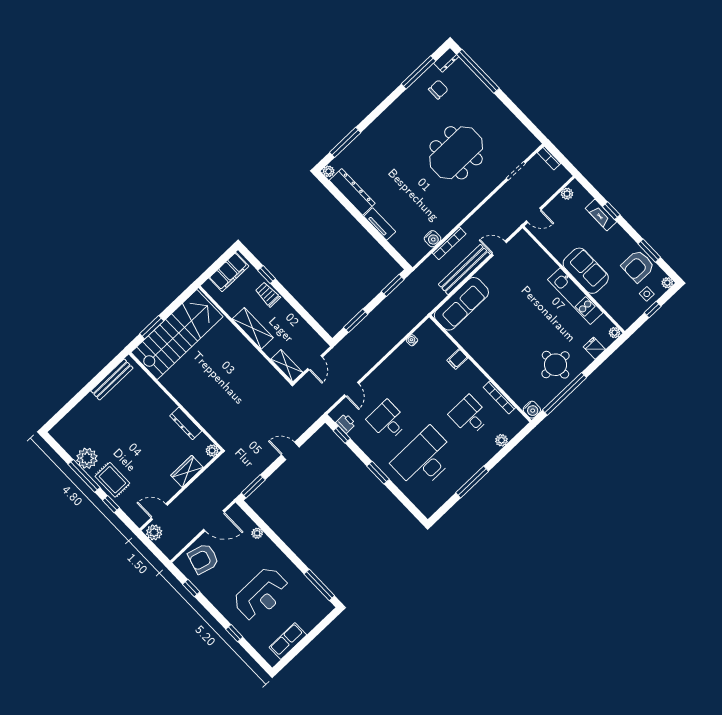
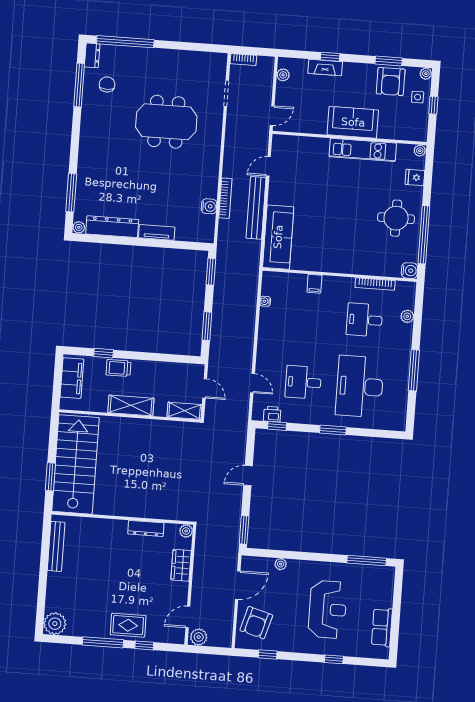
meeting table: (456, 153) -> (166, 122), turned 90
plant: (87, 458) -> (55, 624), moved

